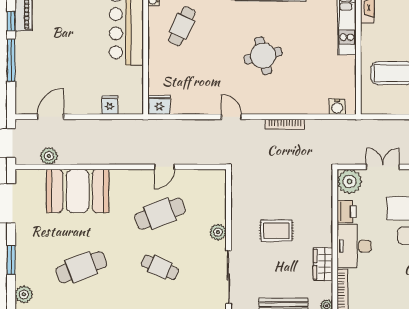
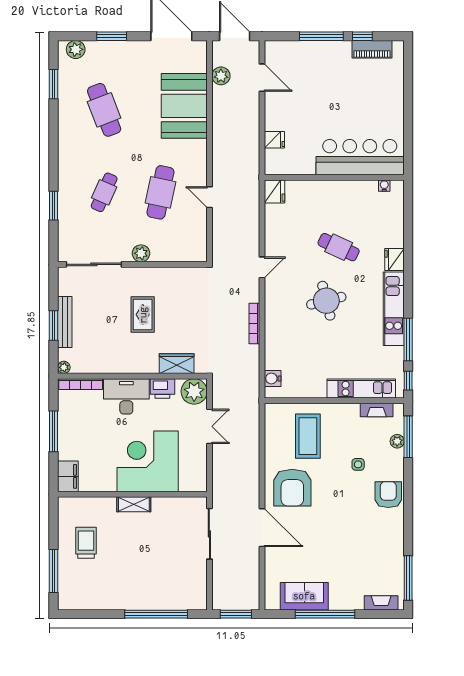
cafe table: (182, 26) -> (339, 247), moved
cafe table: (160, 214) -> (160, 192), turned 33
wardrobe: (323, 264) -> (177, 364), moved

